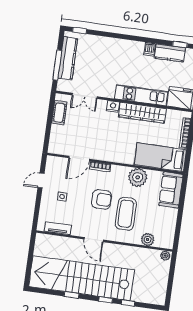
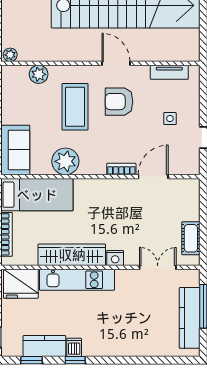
window: (80, 30) -> (75, 360), moved
armchair: (101, 199) -> (119, 102), moved

